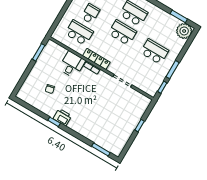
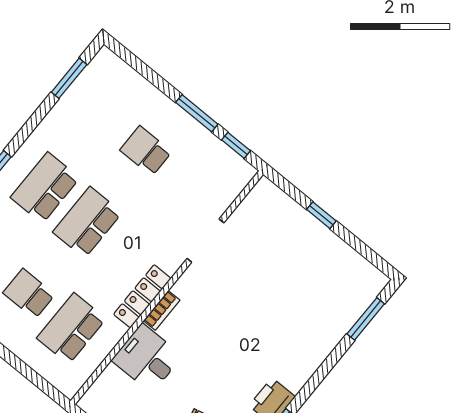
plant: (184, 31) -> (107, 71), removed
school desk: (155, 52) -> (146, 151), width x0.54

